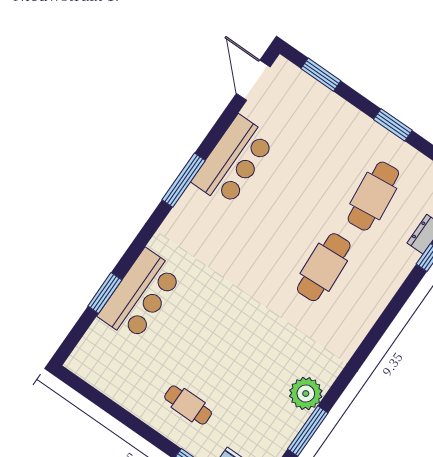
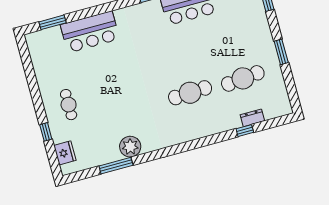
window: (105, 293) -> (53, 22), moved

